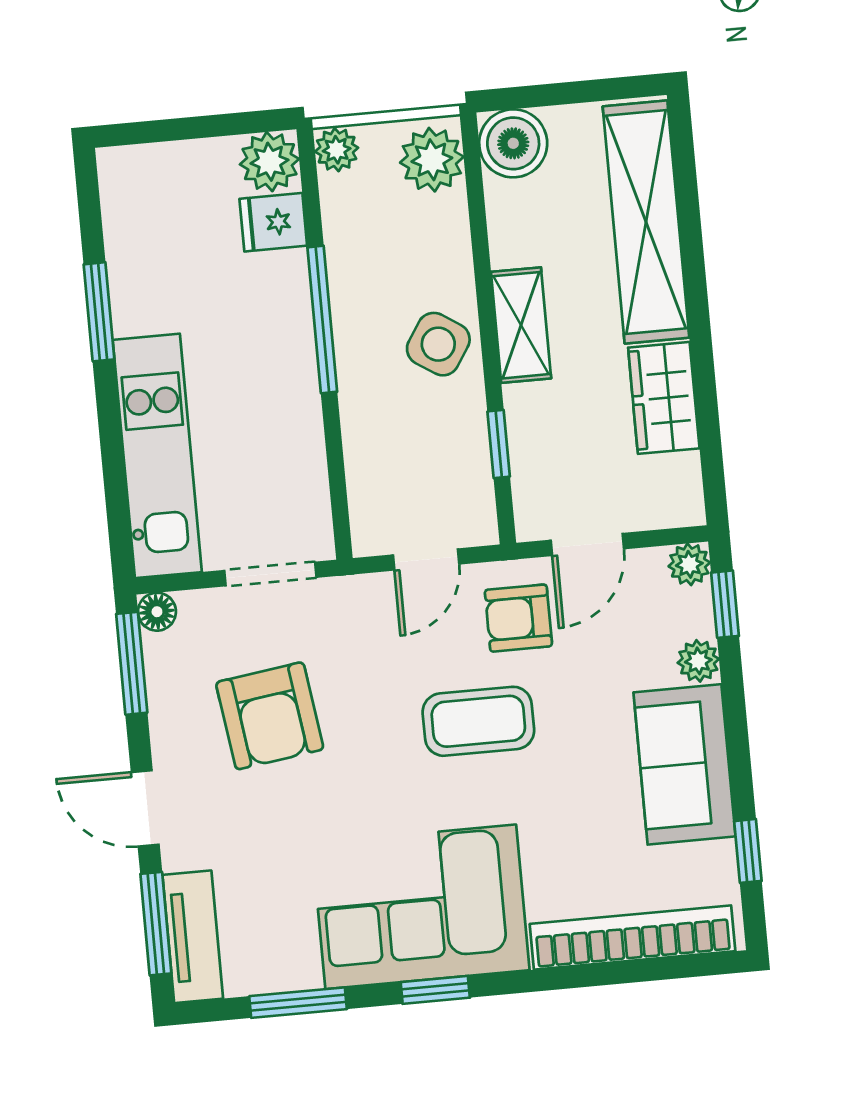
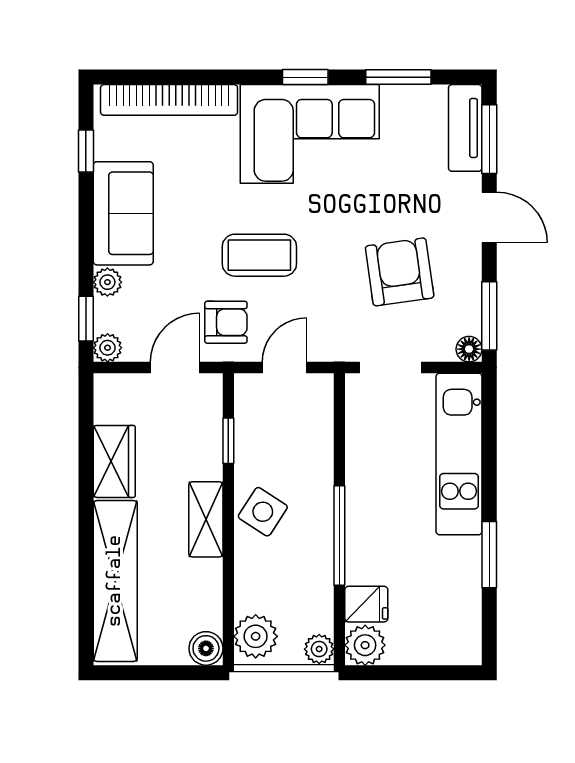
boiler: (513, 143) -> (206, 648), width x0.73, depth x0.73

